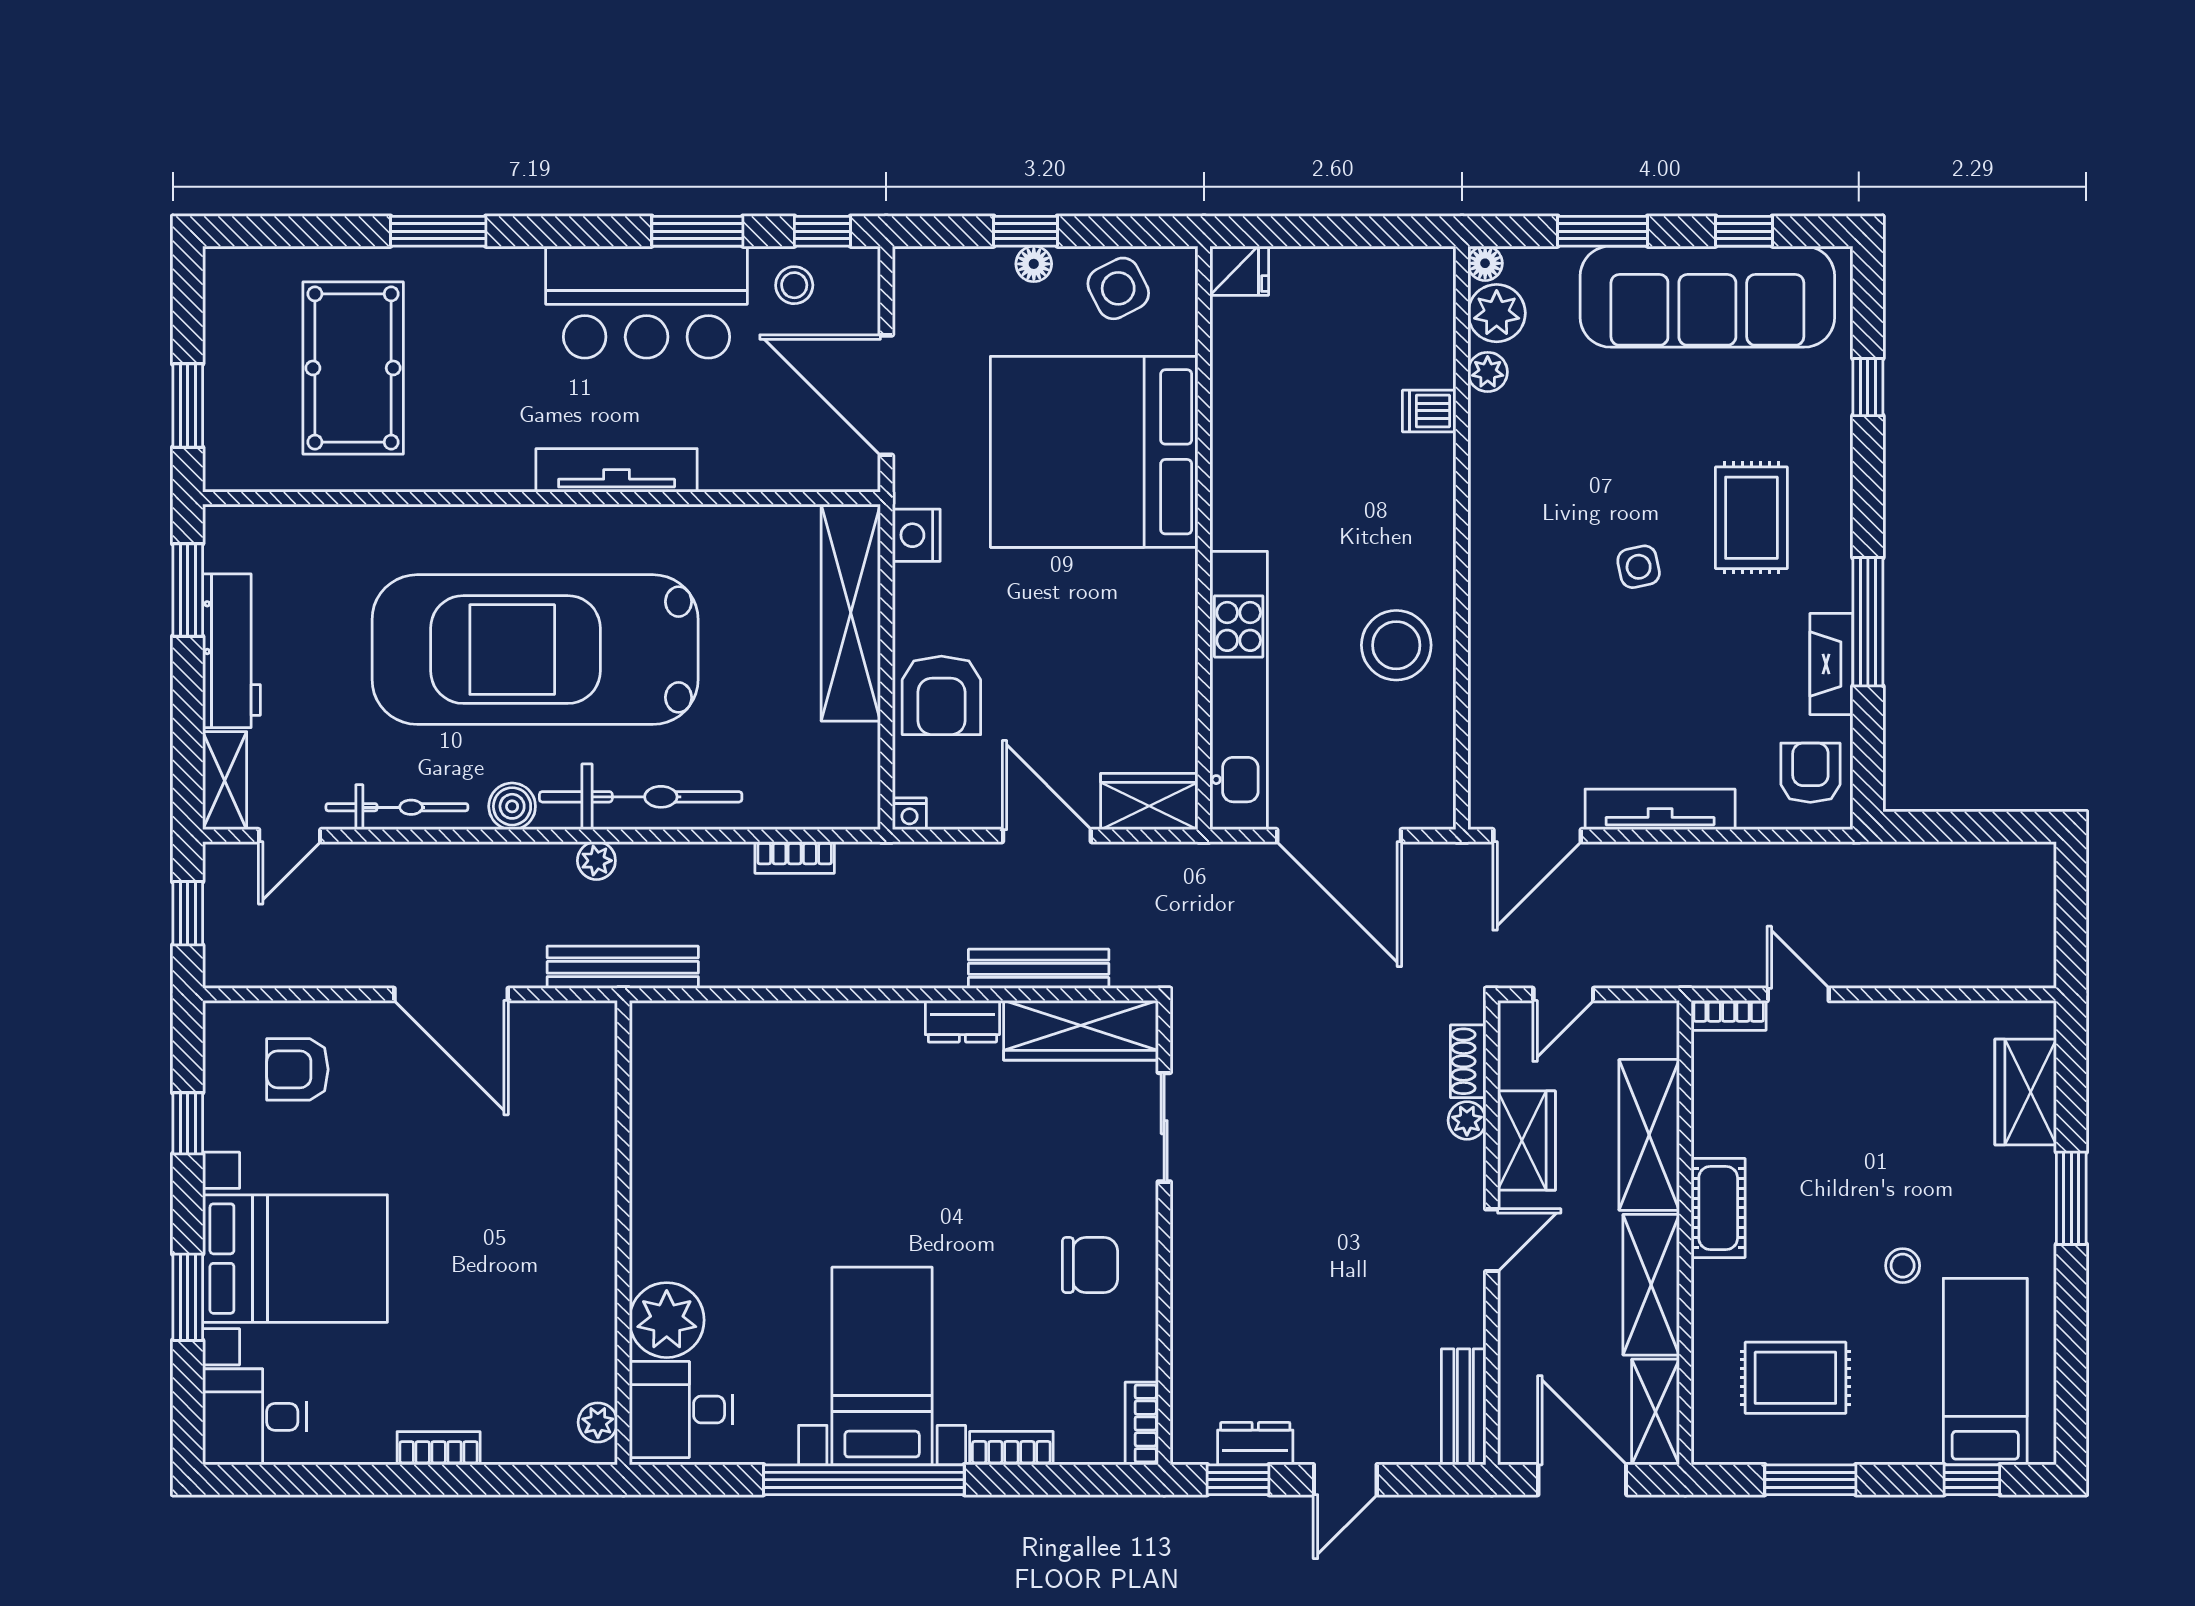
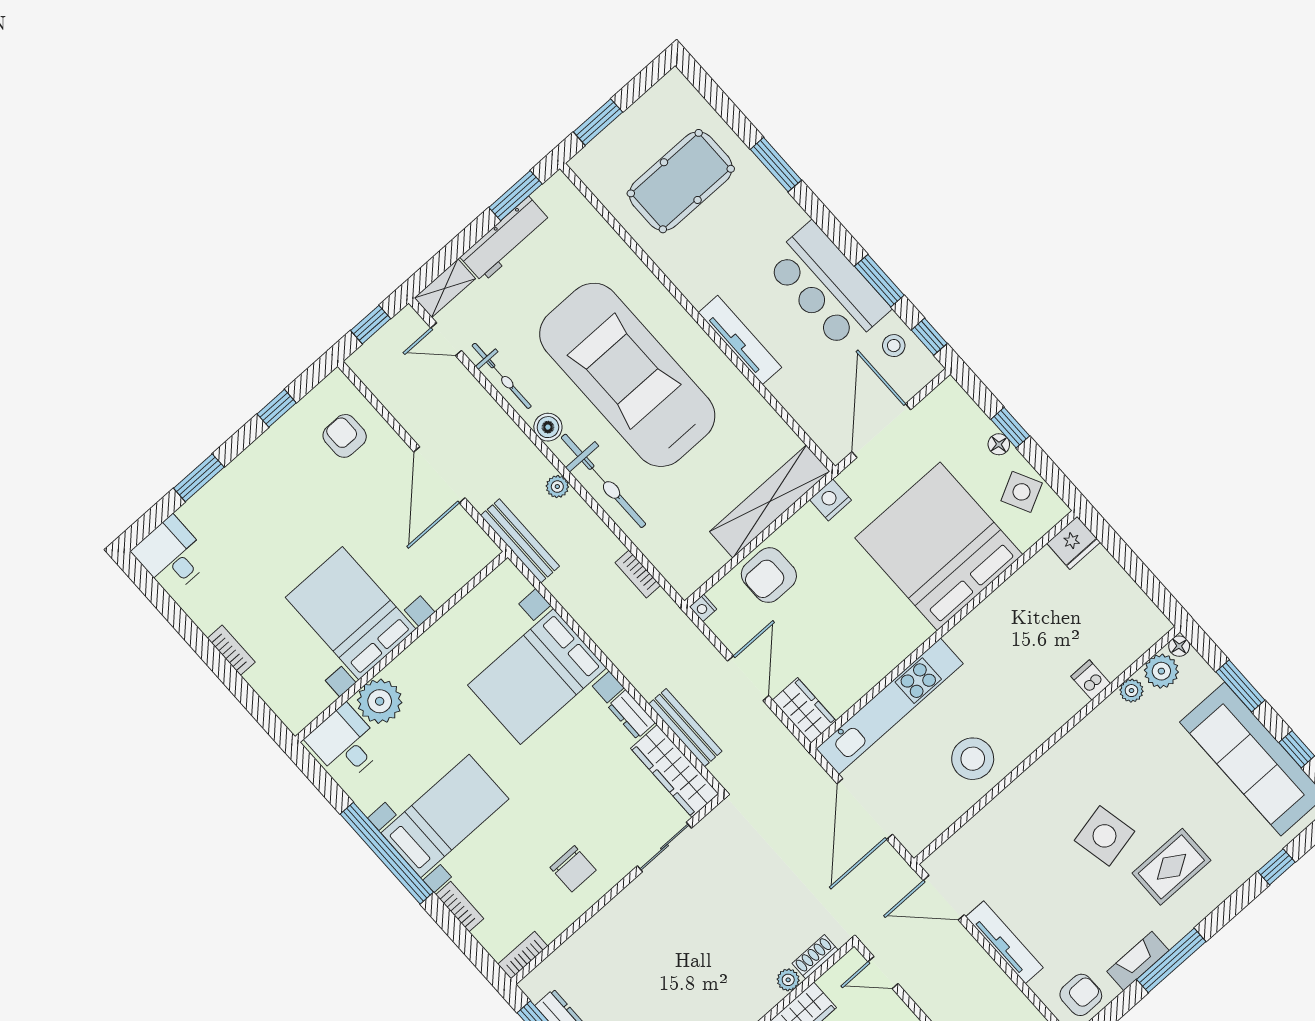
fridge: (1239, 271) -> (1073, 543), width x1.38
side table: (1639, 567) -> (1104, 836), width x1.87, depth x1.87
bed with nightstands: (811, 1097) -> (537, 677), added
bed with nightstands: (295, 1259) -> (351, 613), moved, turned 180
plant: (598, 1422) -> (306, 711), removed

